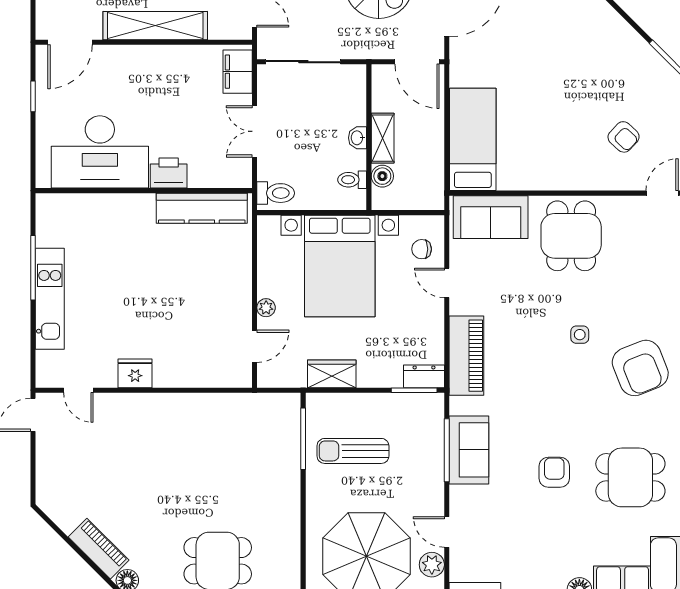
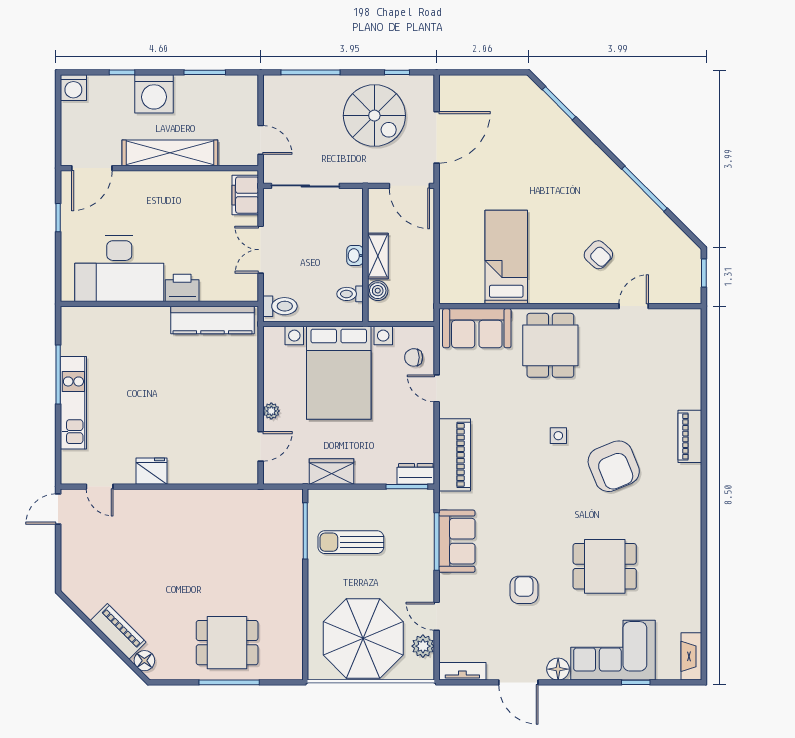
bed: (473, 139) -> (506, 257), moved
armchair: (554, 472) -> (524, 590), moved

